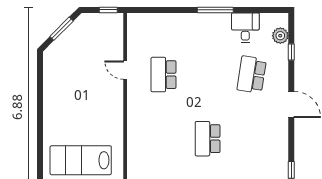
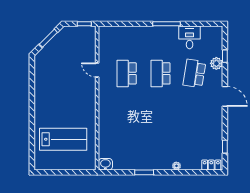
plant: (280, 36) -> (216, 63), moved
school desk: (208, 139) -> (161, 73), moved
lab bench: (81, 160) -> (63, 139), turned 180

